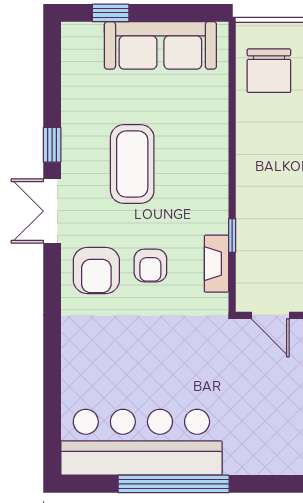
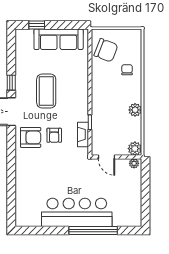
chair: (269, 71) -> (106, 50), turned -69
armchair: (96, 270) -> (31, 137), turned -90
bar counter: (141, 442) -> (77, 212), moved
window: (174, 484) -> (93, 231), moved

